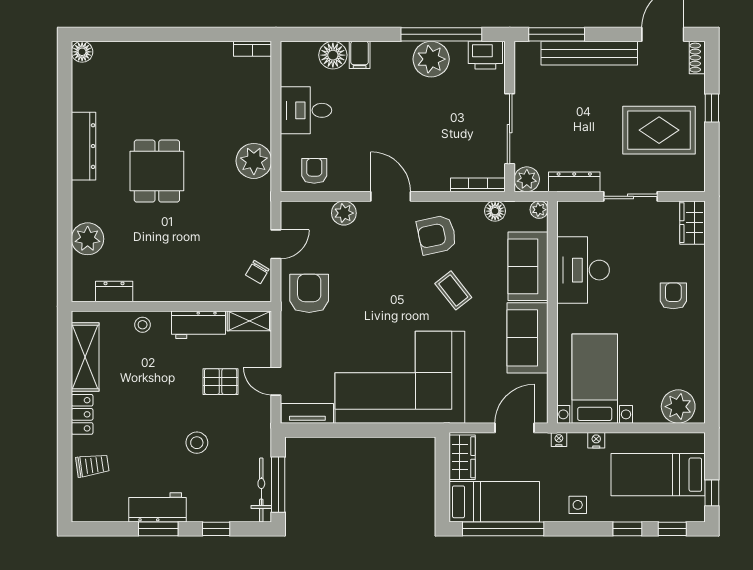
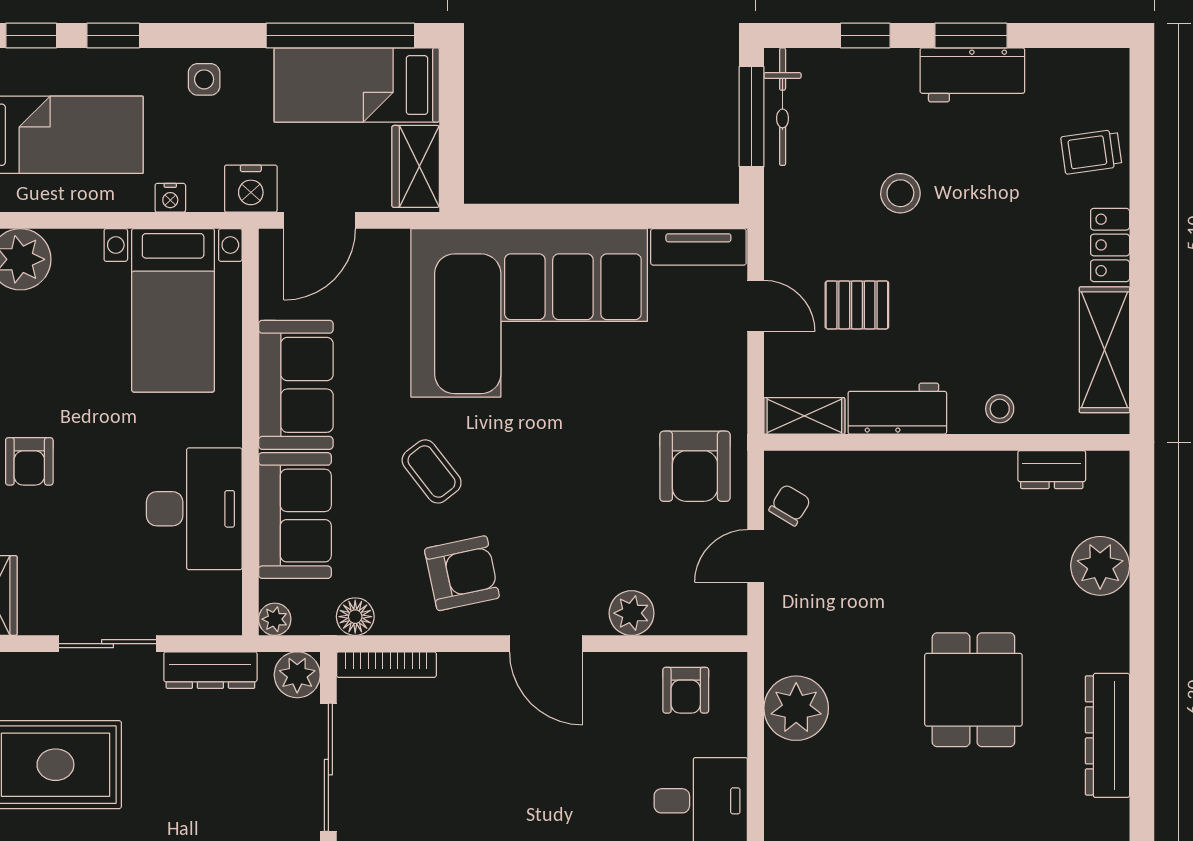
nightstand: (559, 439) -> (251, 189), width x1.89, depth x1.79

